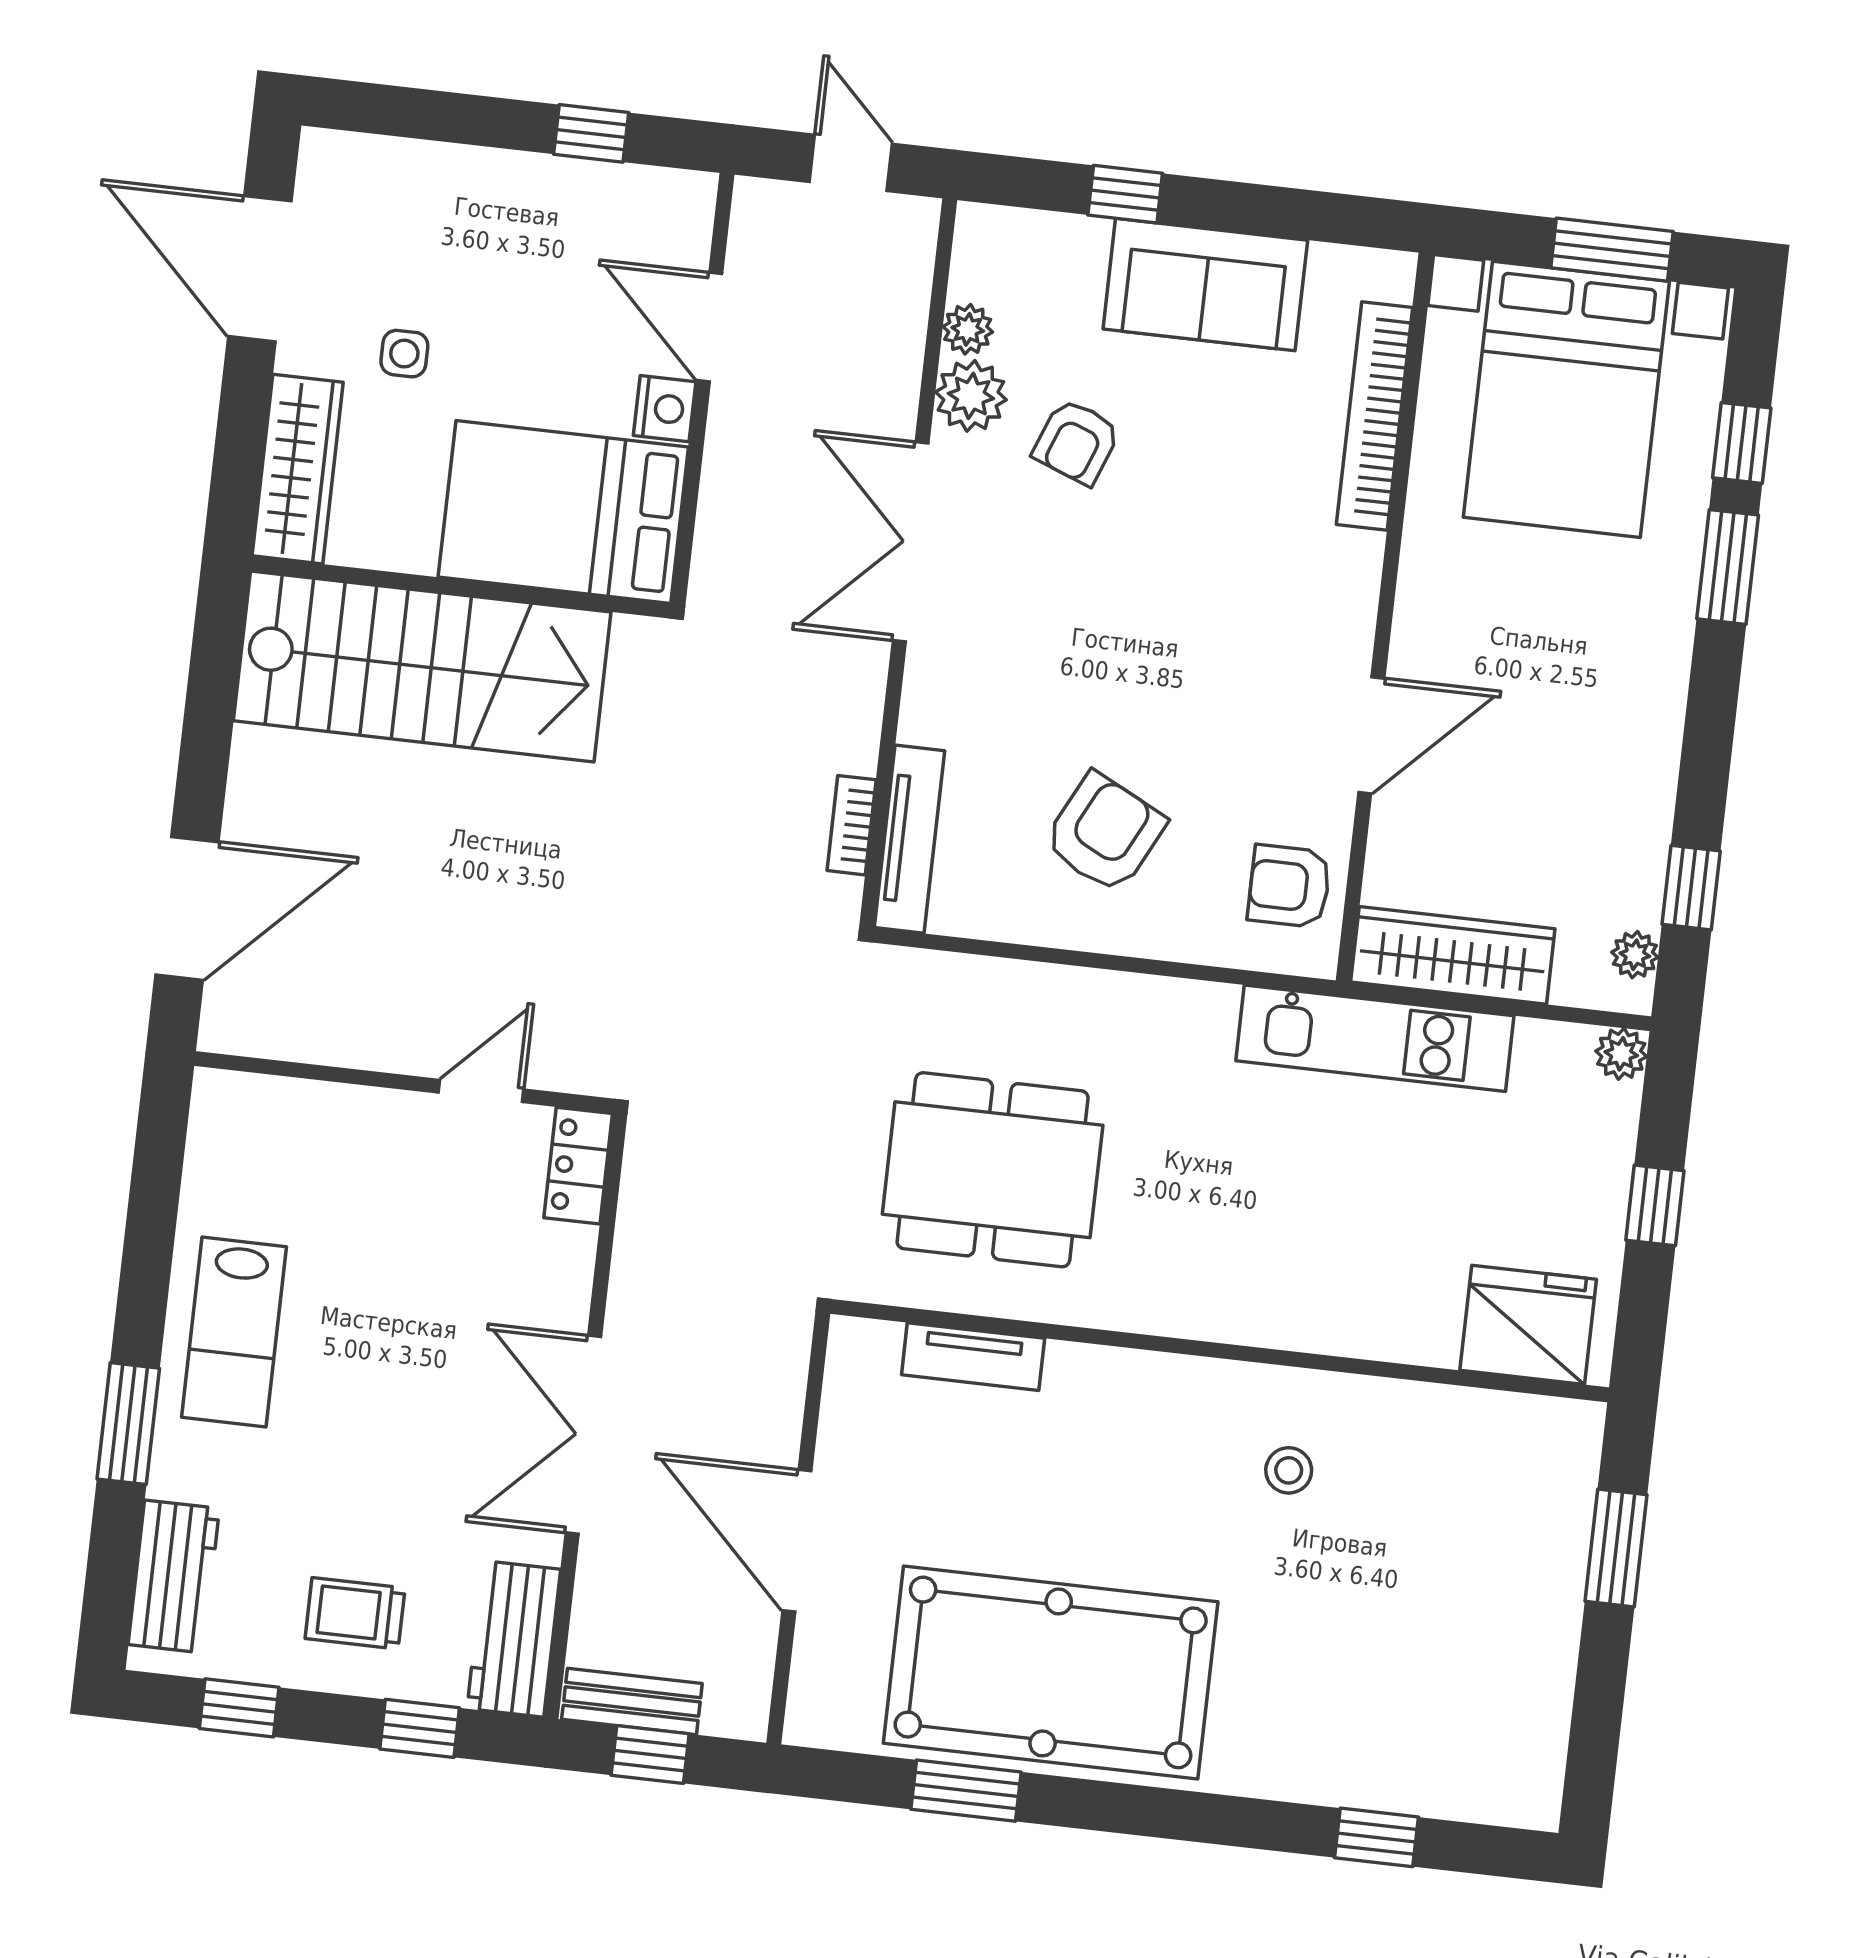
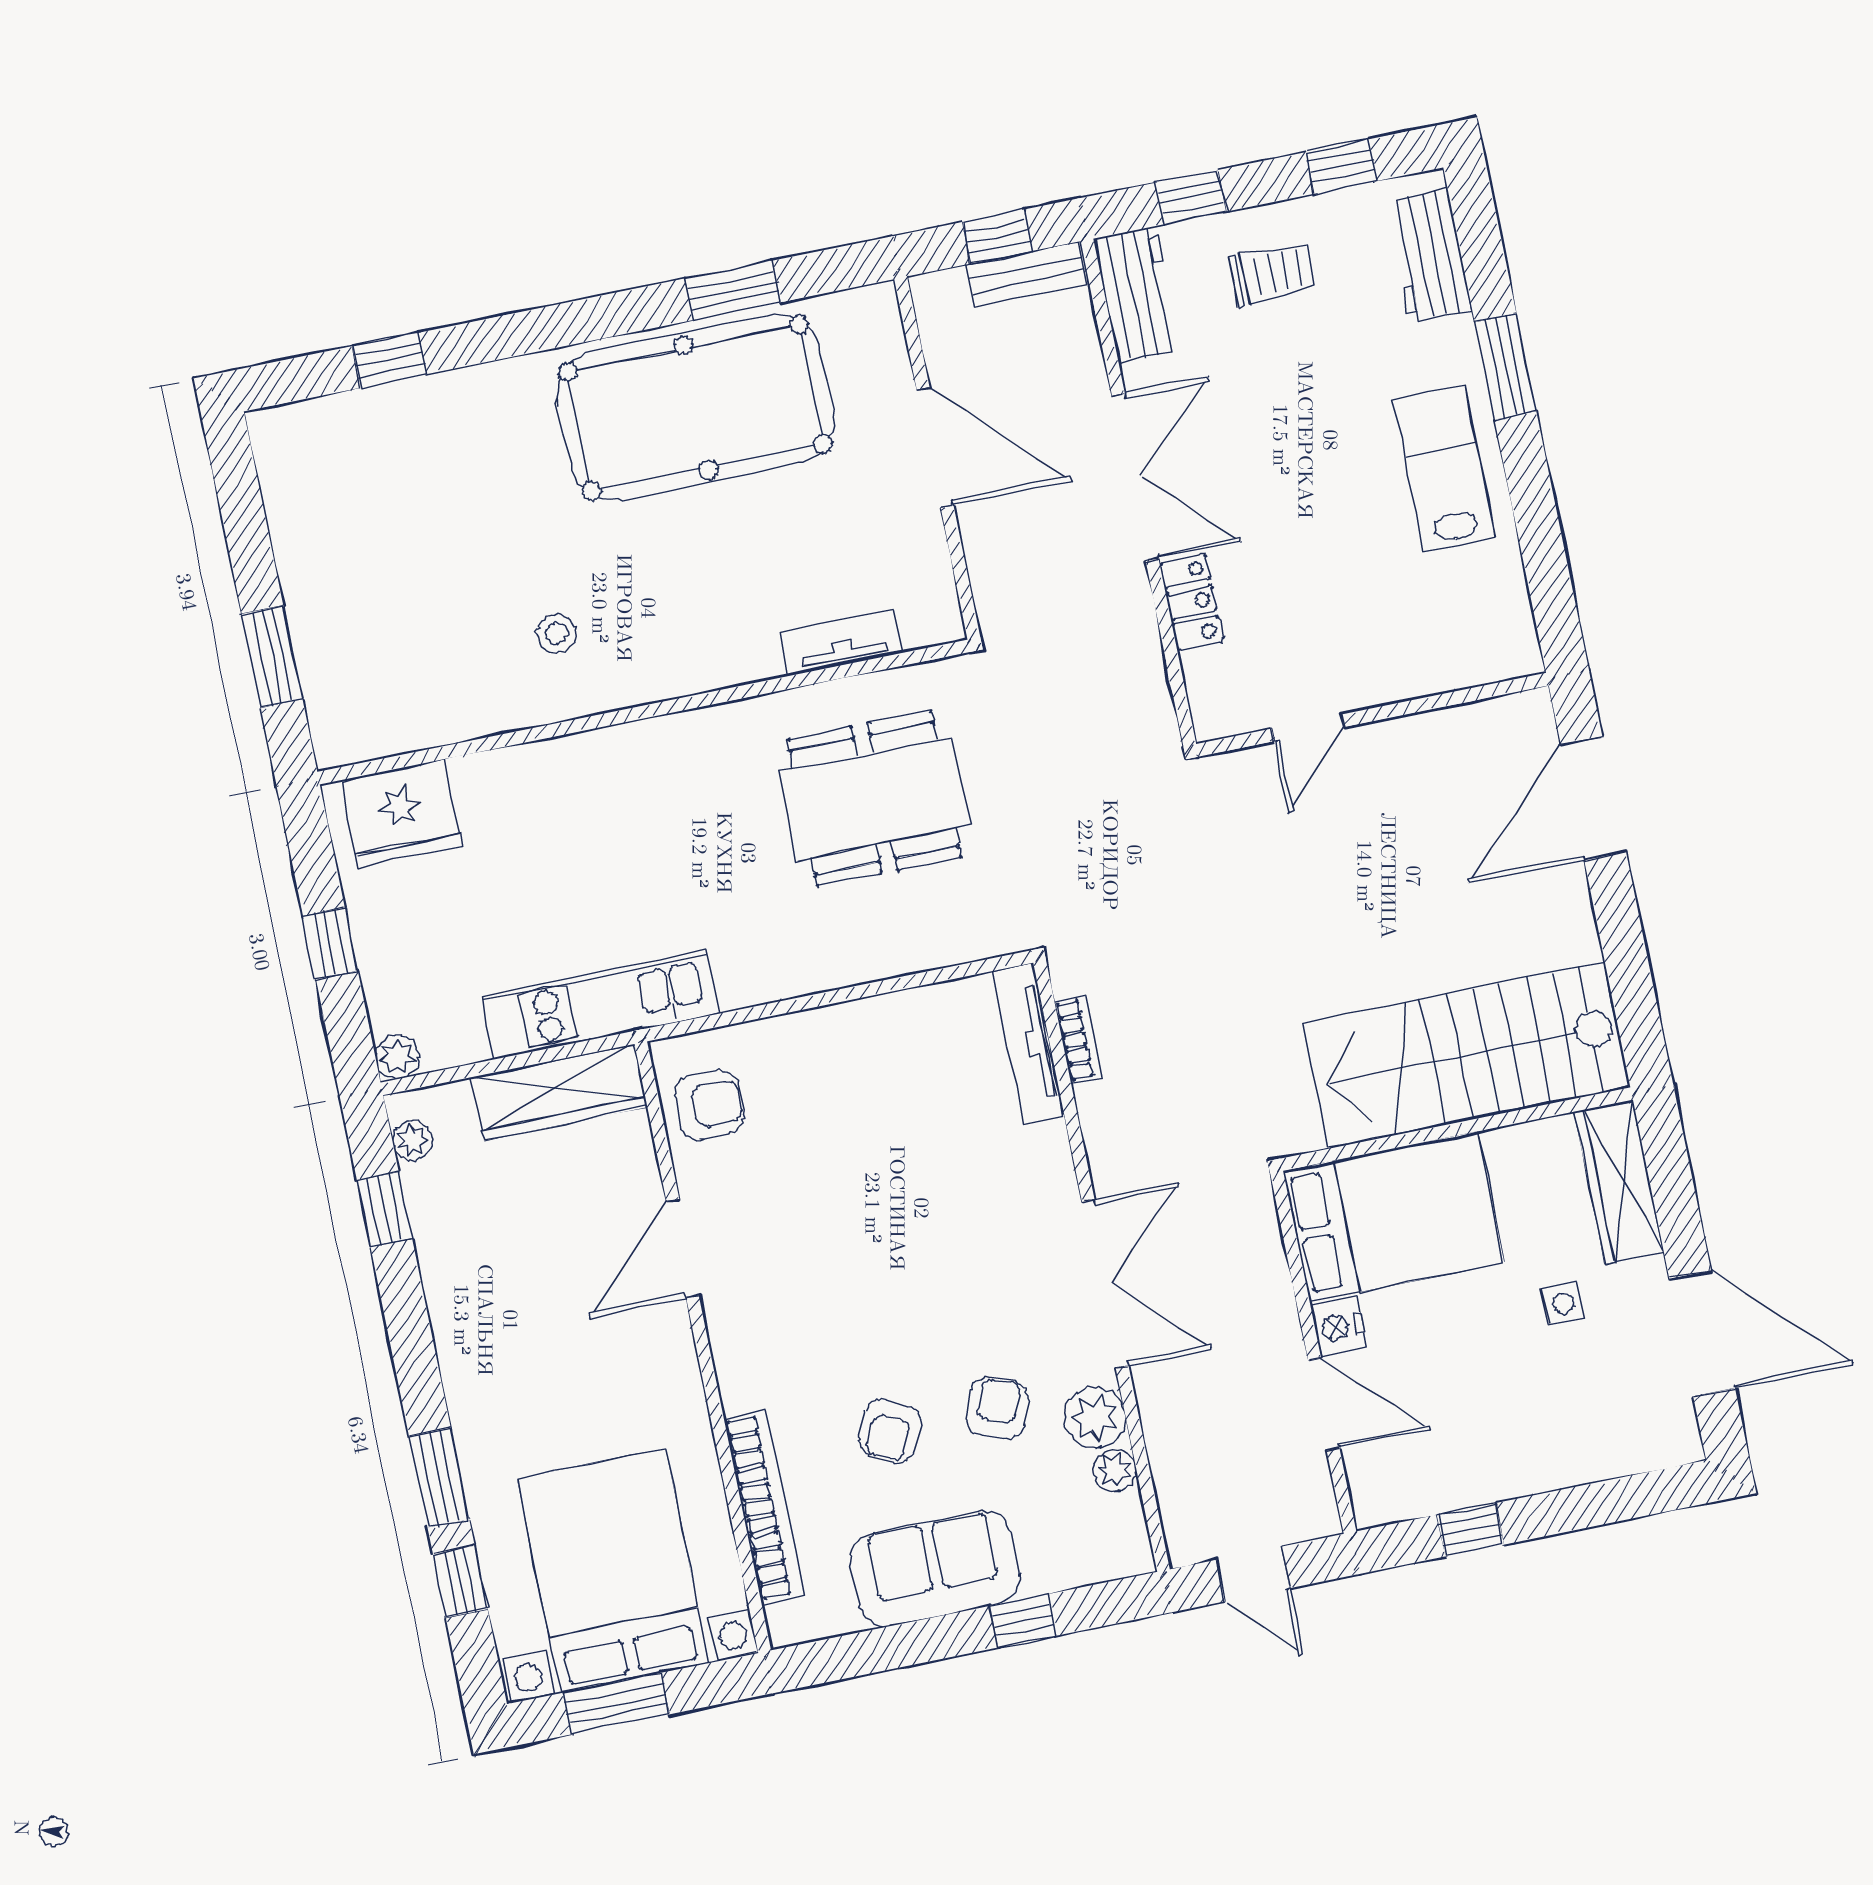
armchair: (1105, 833) -> (890, 1431), moved, width x0.72, depth x0.72
locker: (578, 1166) -> (1192, 602), moved

